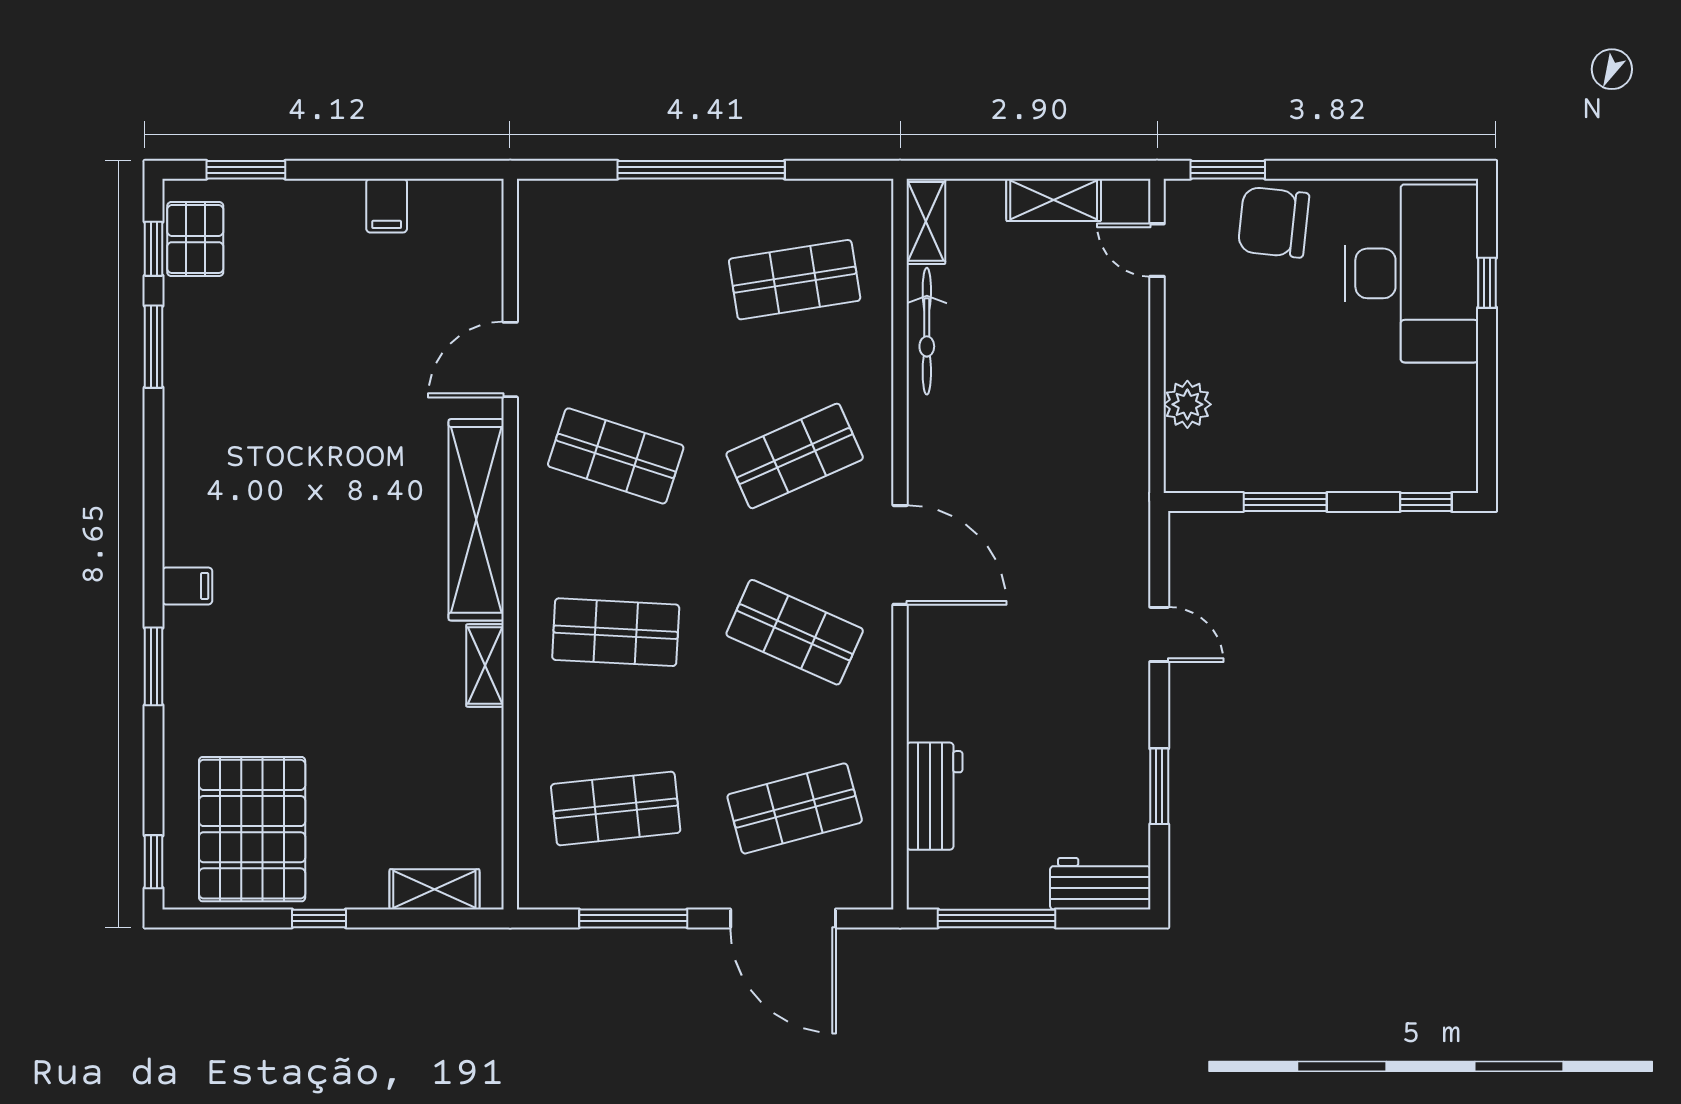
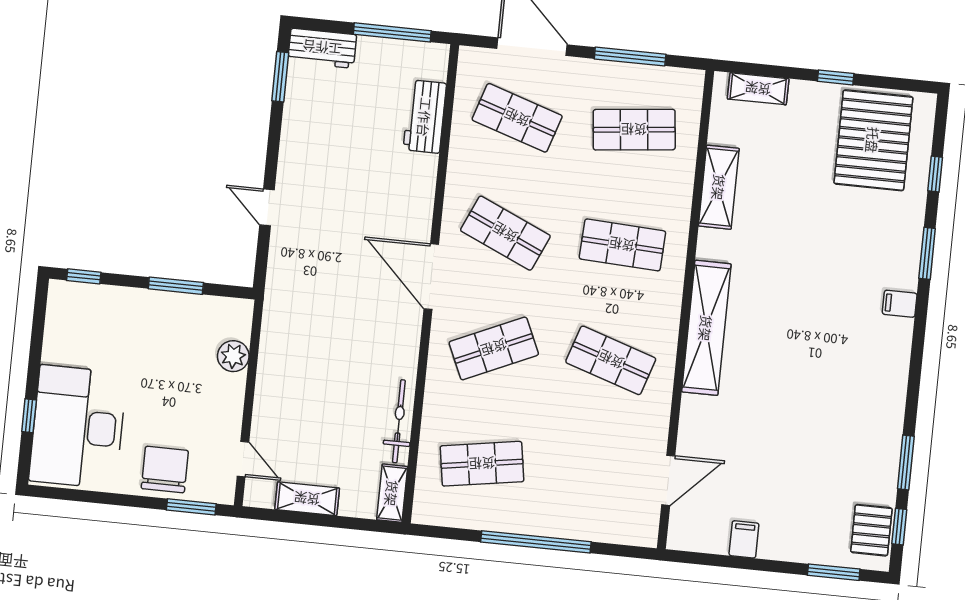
chair: (1274, 222) -> (165, 470), turned -96
door: (510, 360) -> (668, 480), moved
shelving: (485, 666) -> (719, 187), moved, width x1.50, depth x1.33
window: (1159, 786) -> (280, 77), moved
shop shelf: (795, 808) -> (517, 118), turned 33
window: (154, 862) -> (935, 174), moved

